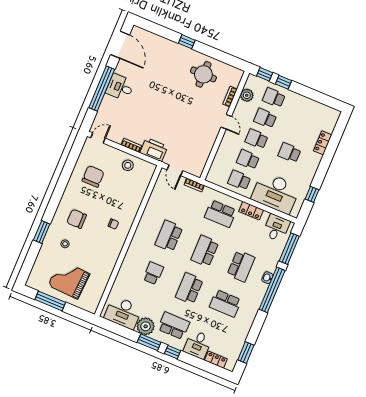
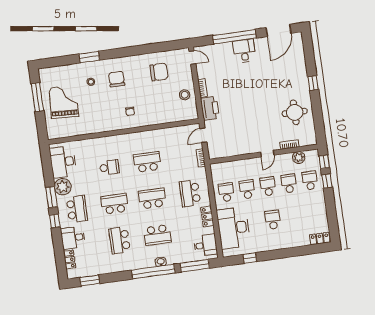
locker: (323, 143) -> (320, 239), moved

